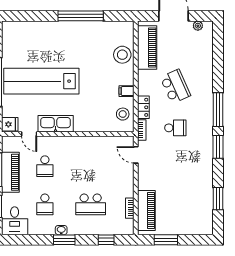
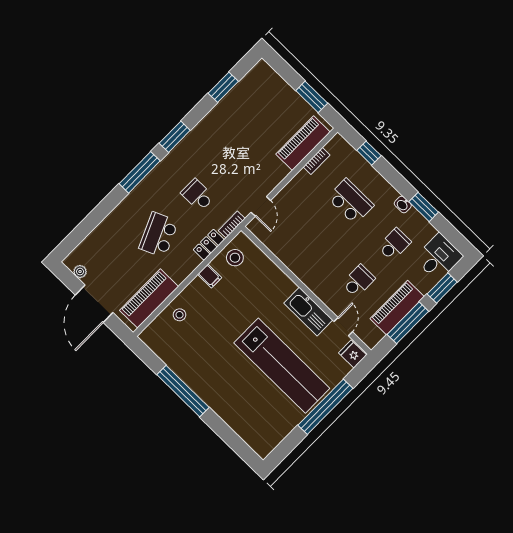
stool: (122, 55) -> (180, 315), width x0.53, depth x0.53
window: (64, 240) -> (424, 207), moved

